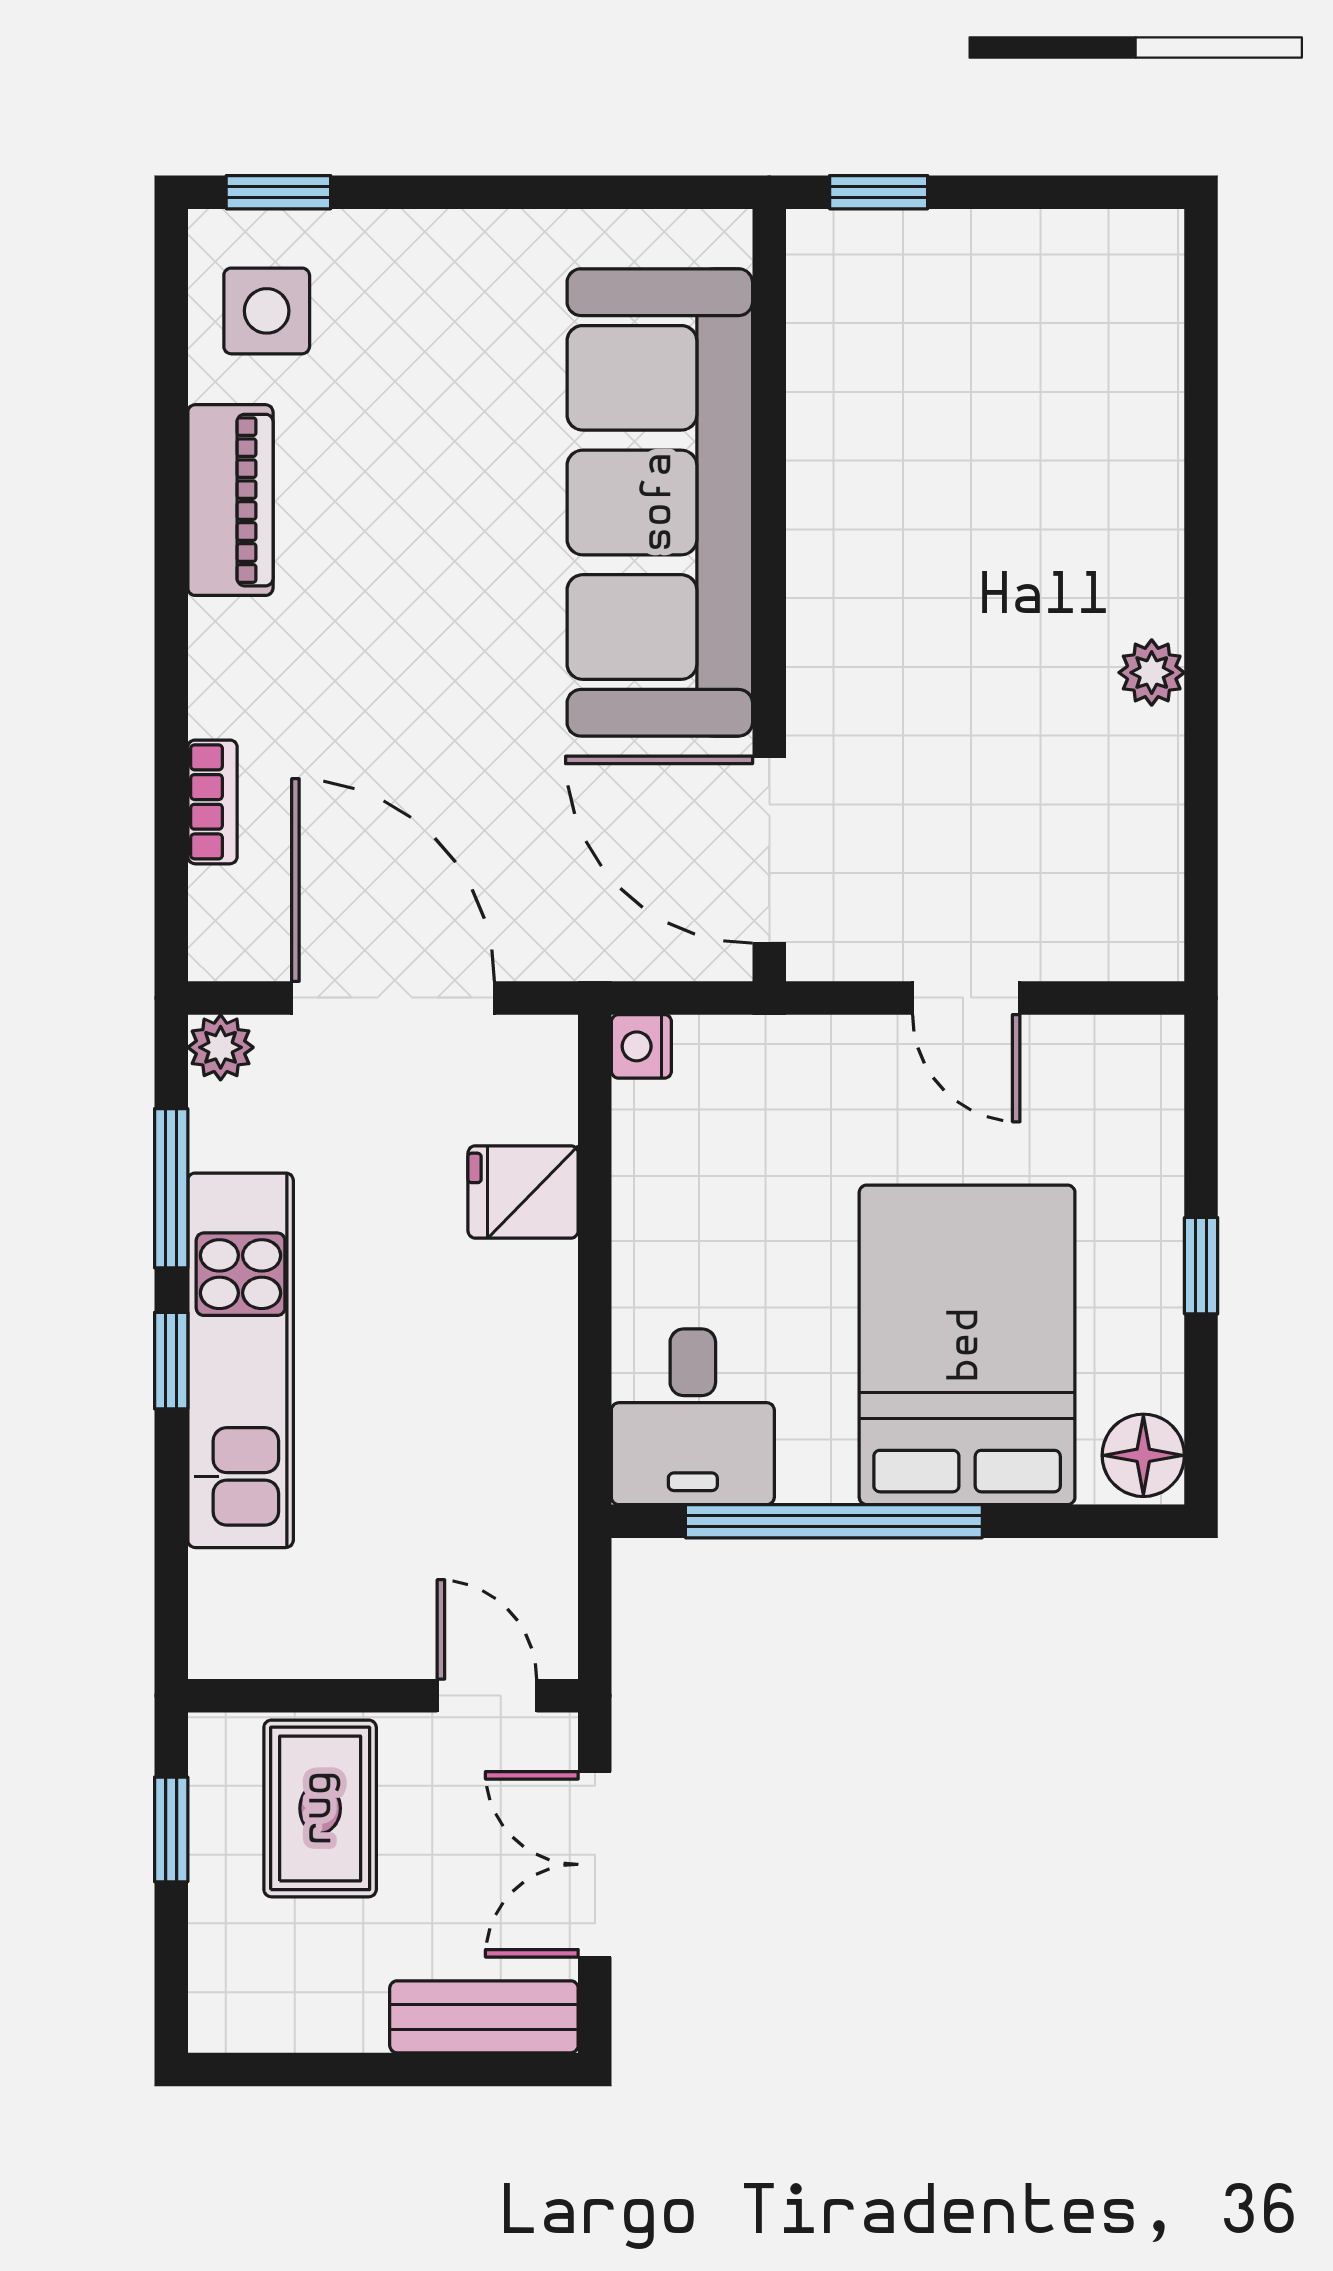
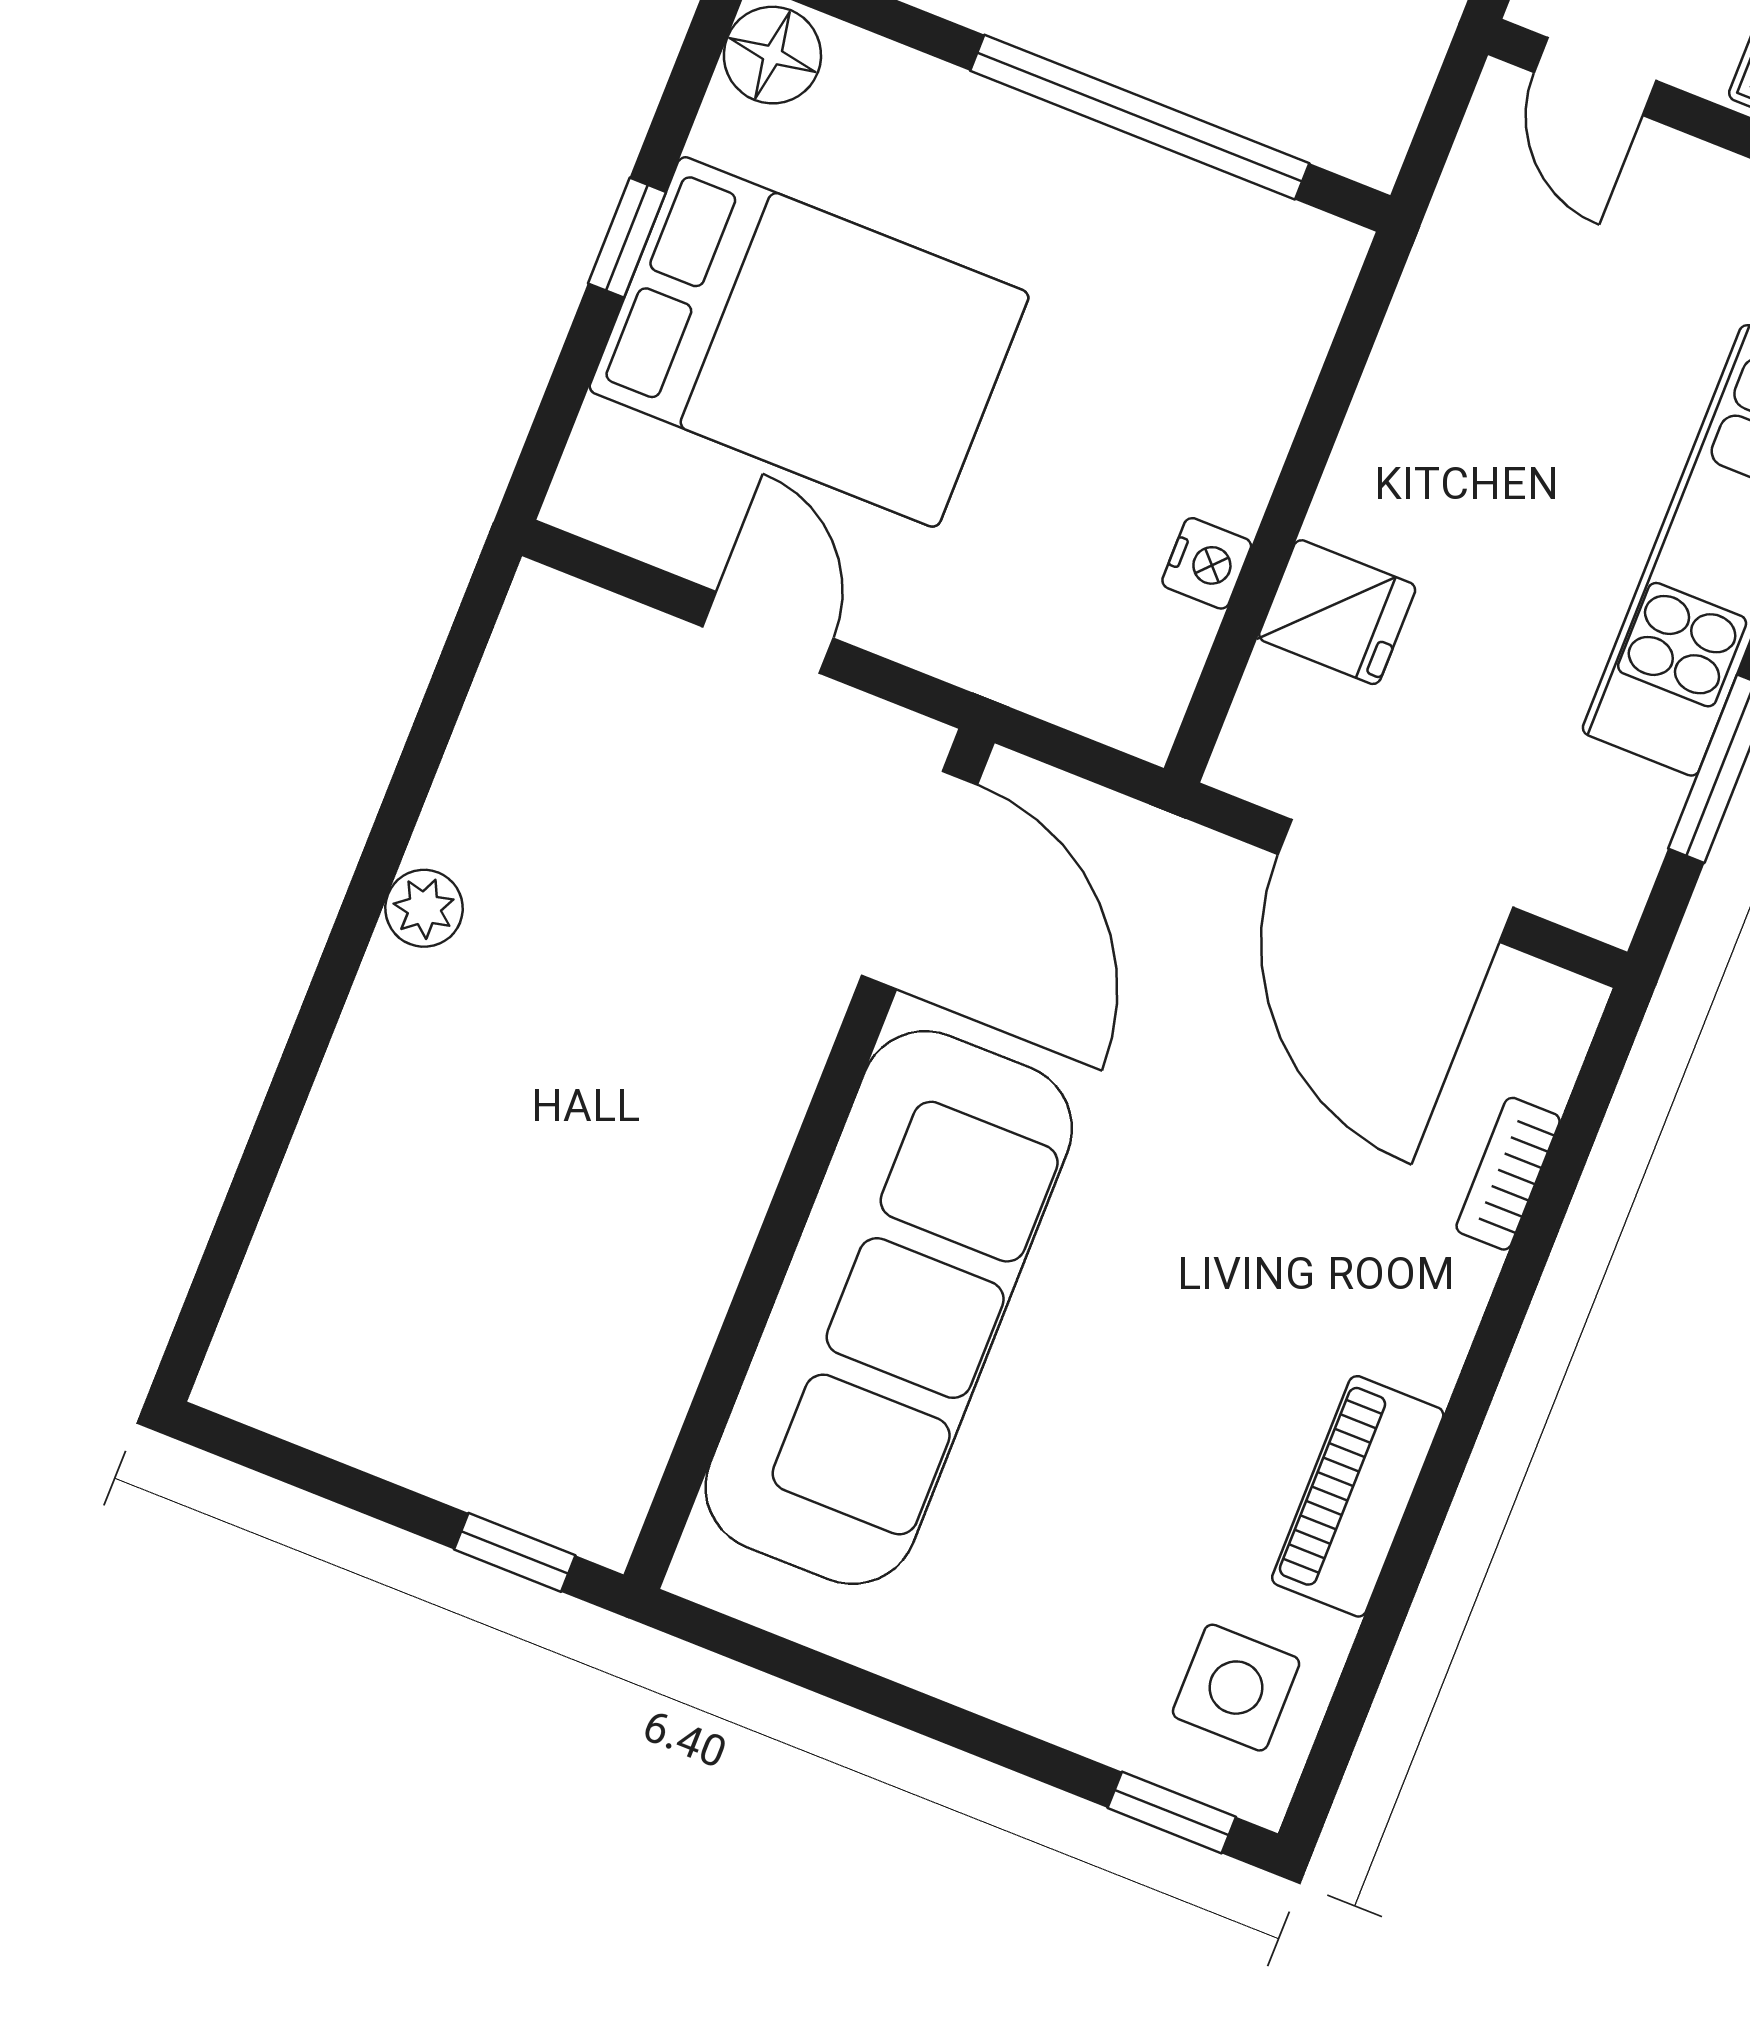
nightstand: (641, 1046) -> (1207, 563), moved
plant: (221, 1047) -> (1606, 902), removed
bed: (967, 1345) -> (809, 342), moved, turned -90
desk: (693, 1417) -> (1249, 293), removed

